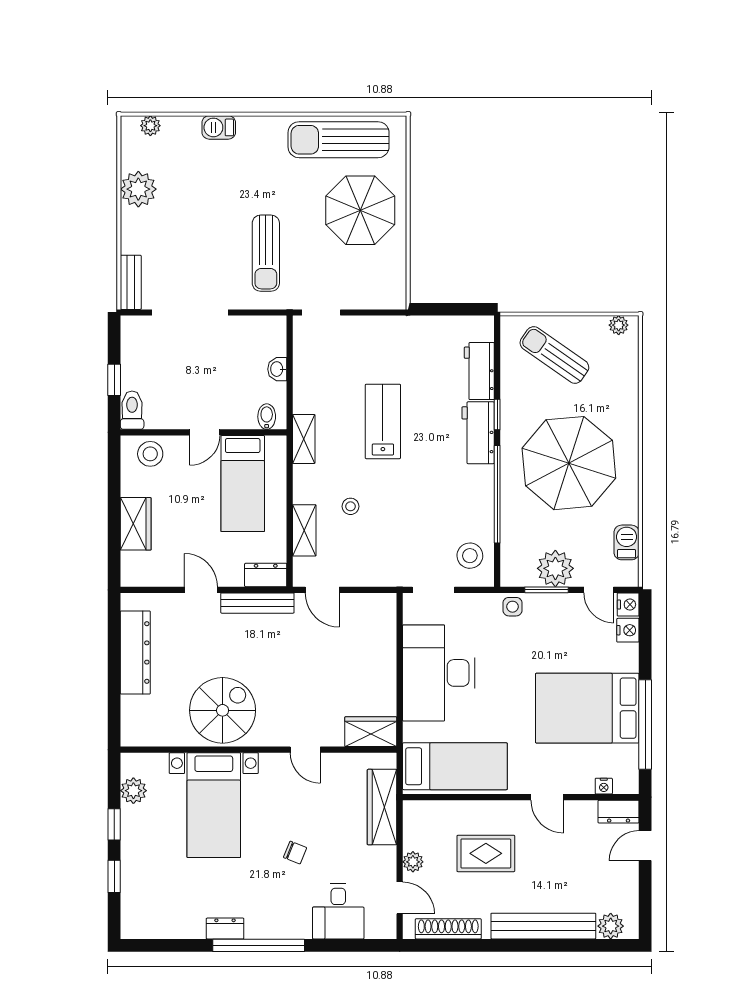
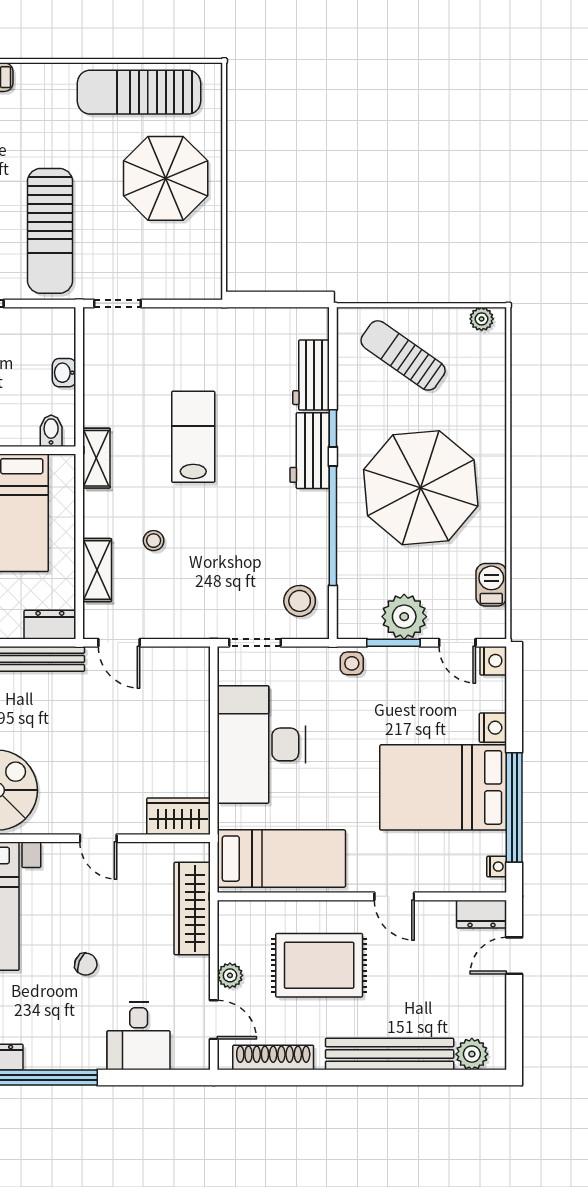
sun lounger: (266, 253) -> (50, 231), width x1.36, depth x1.34
nightstand: (628, 630) -> (493, 728), moved
nightstand: (604, 786) -> (497, 867), moved, turned -90
rug: (486, 853) -> (319, 965), width x1.36, depth x1.43

